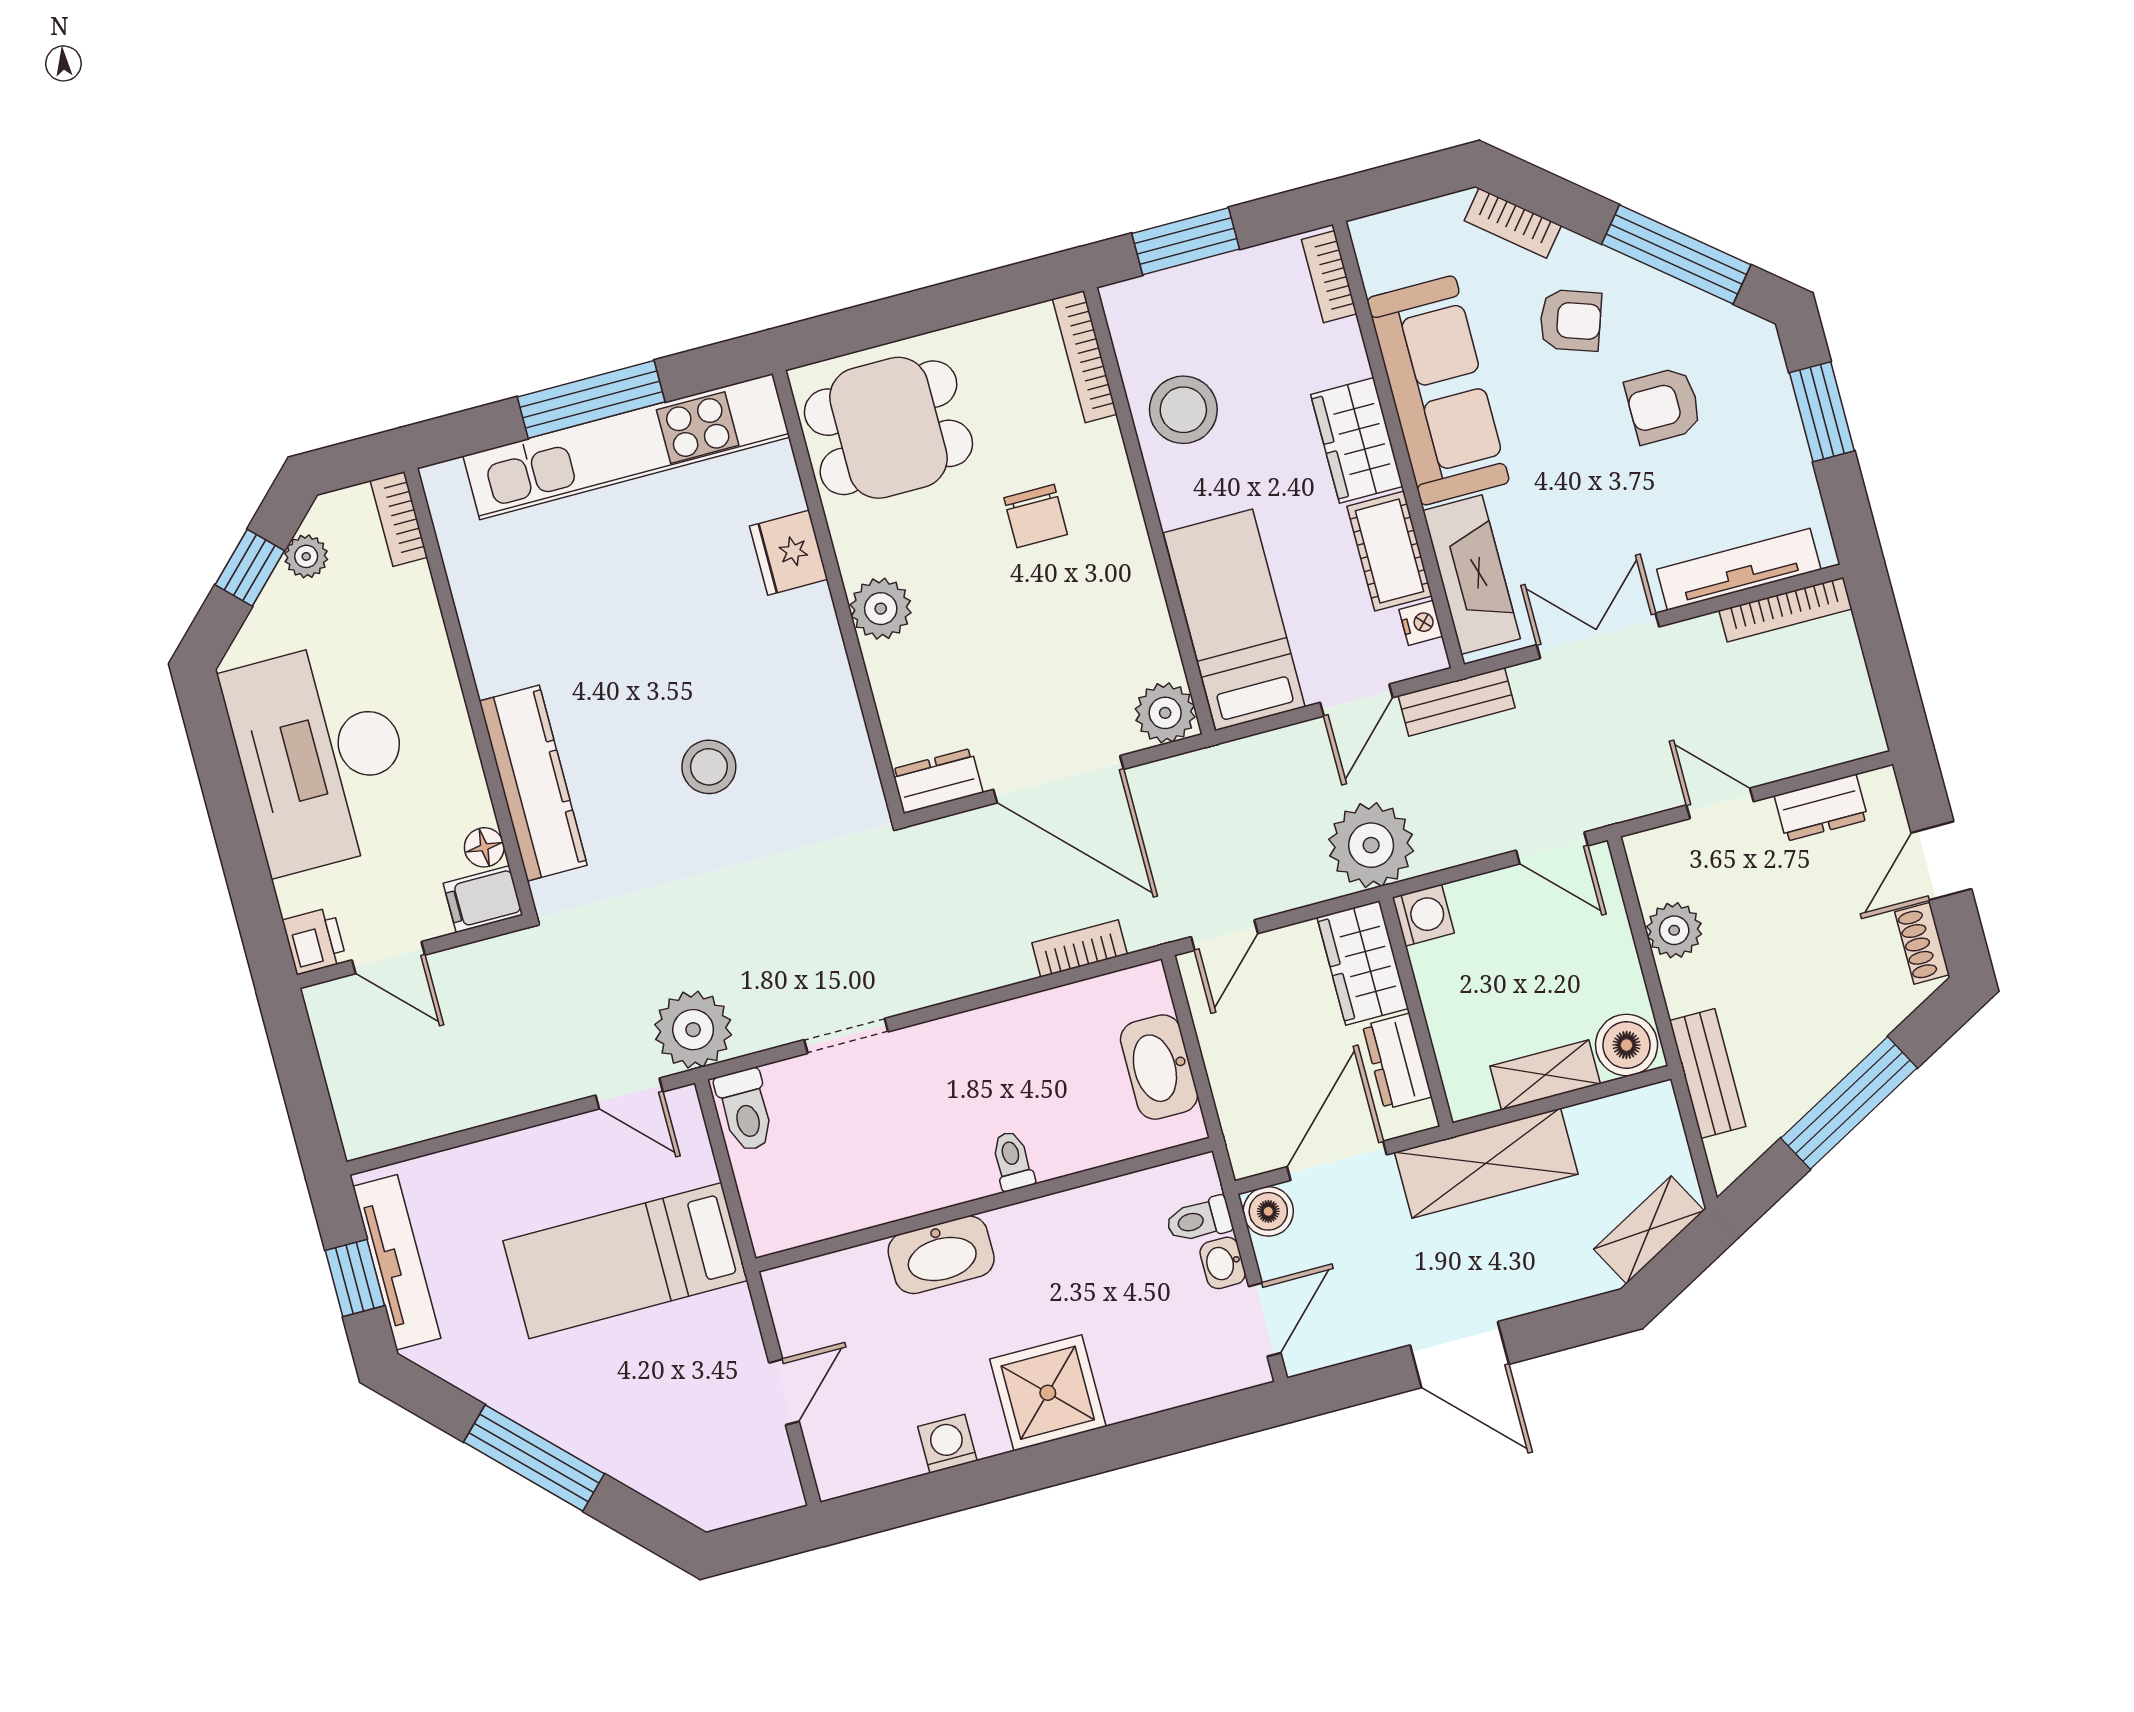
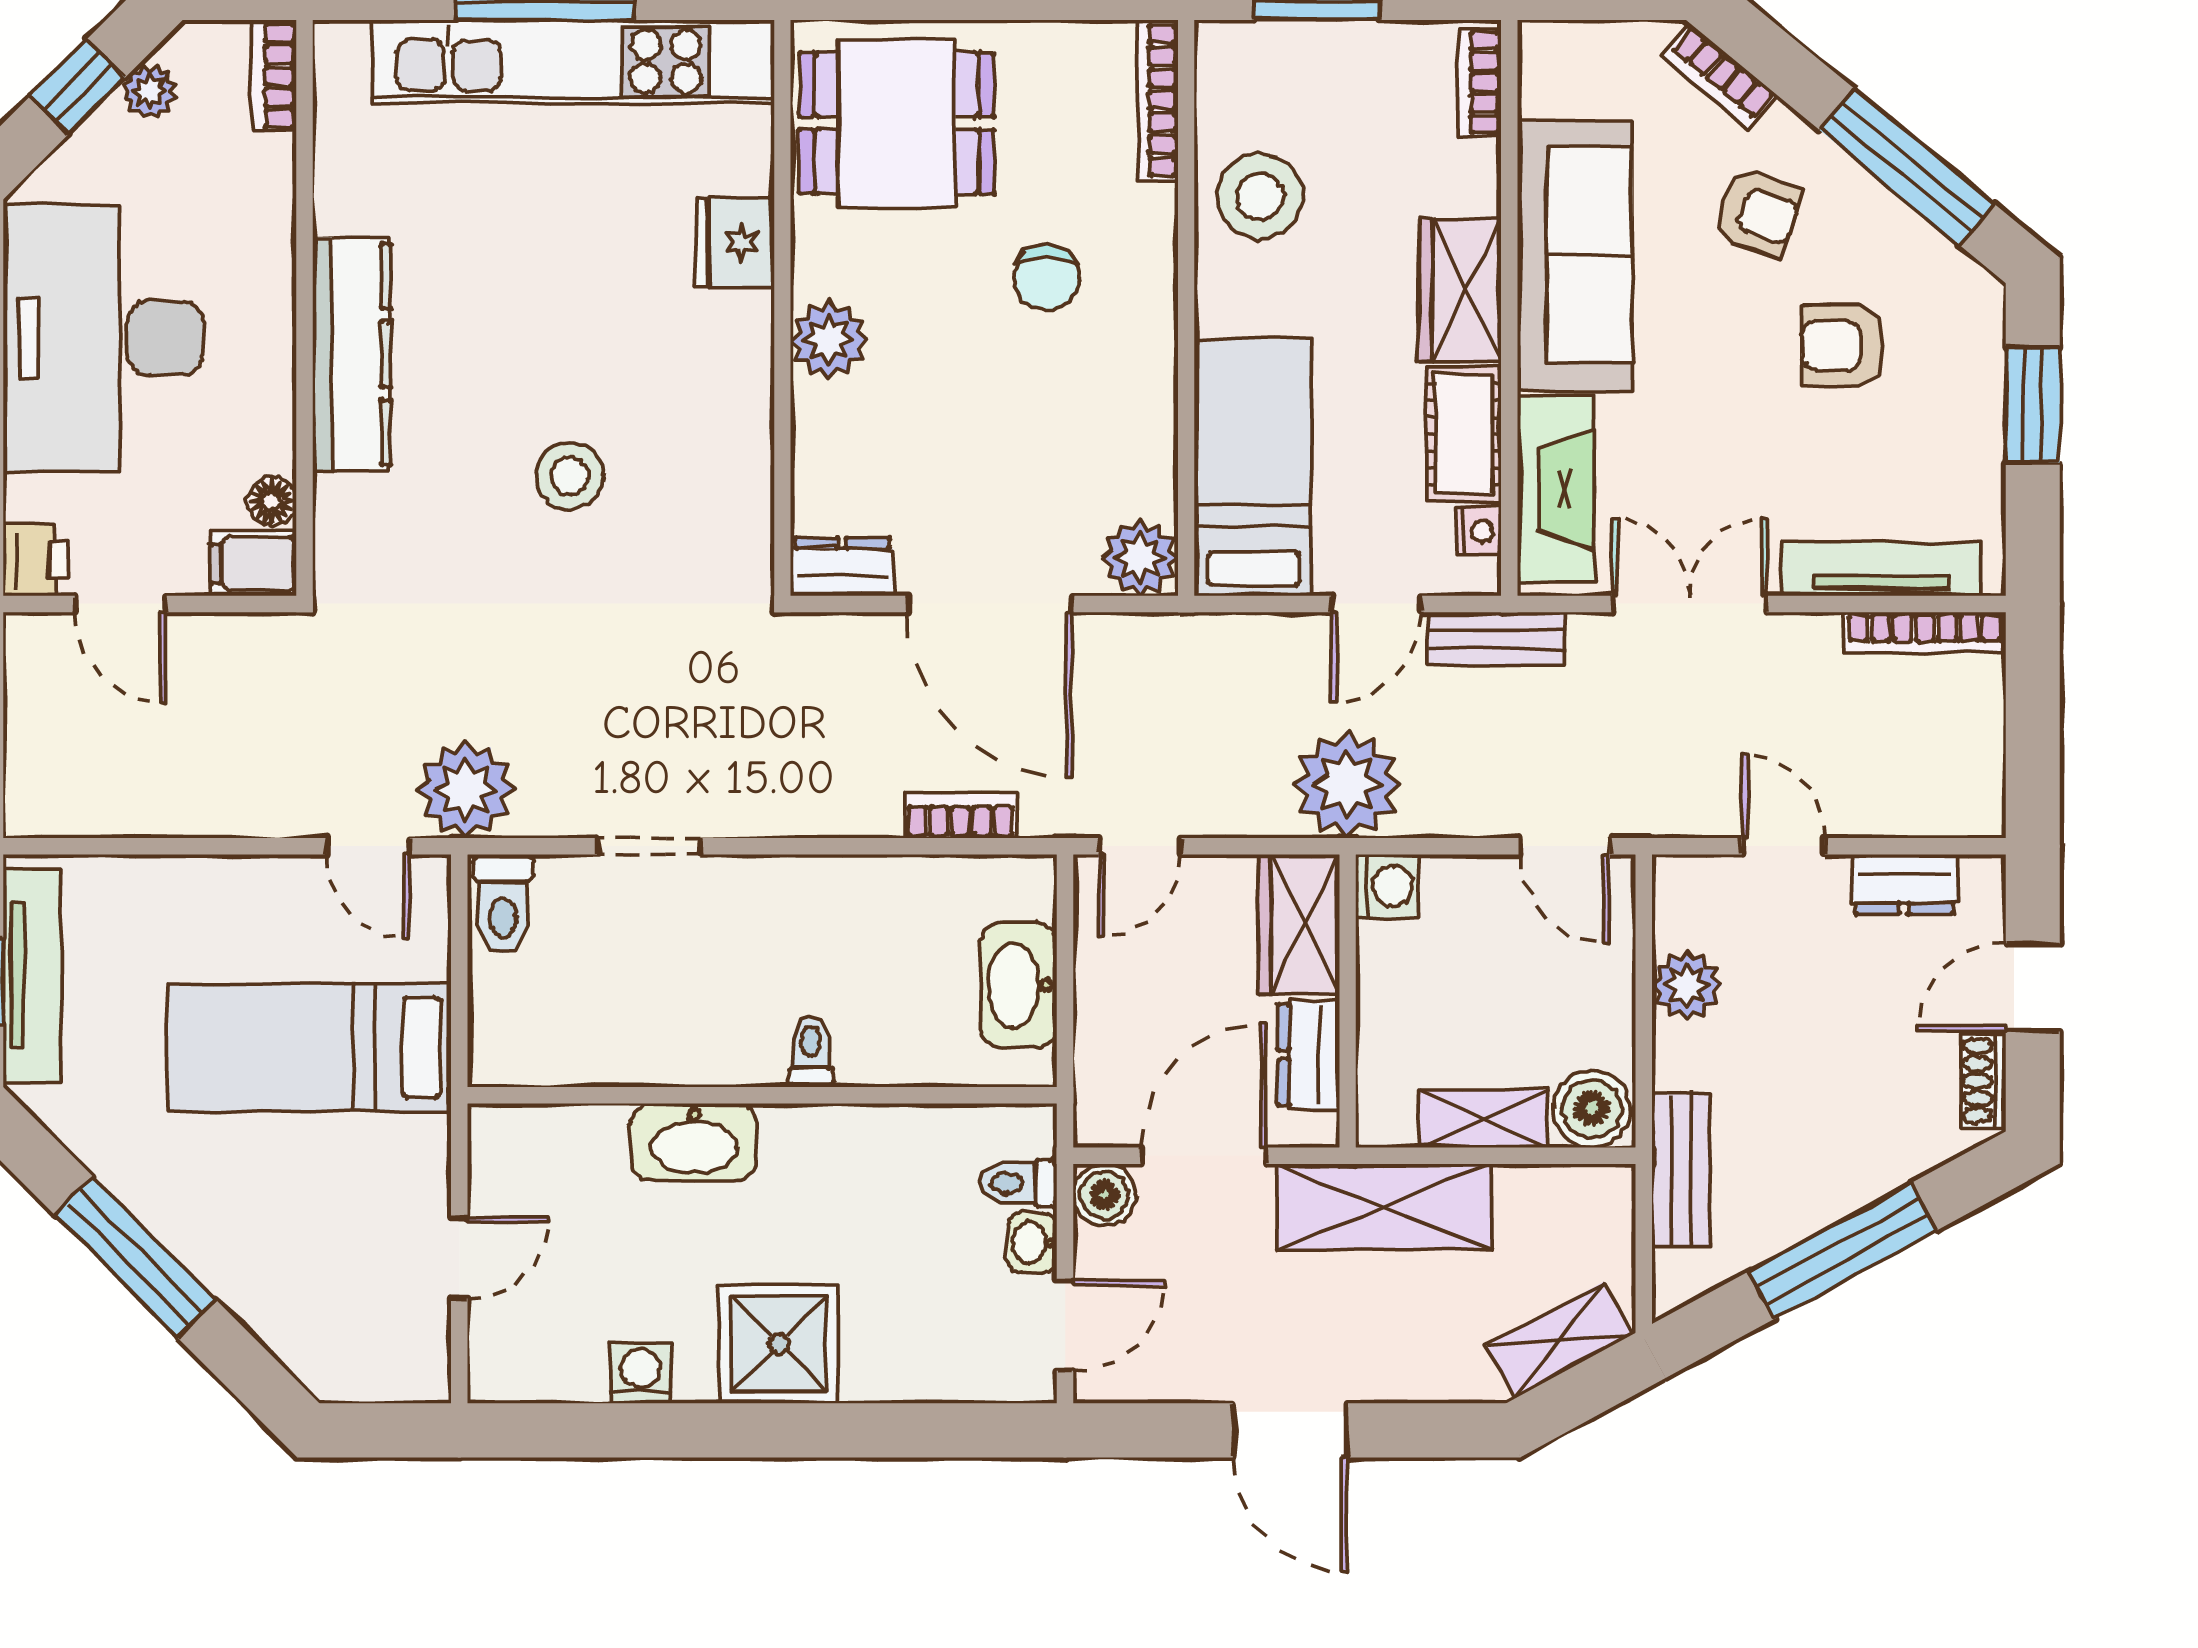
kitchen counter: (533, 783) -> (352, 354), moved

